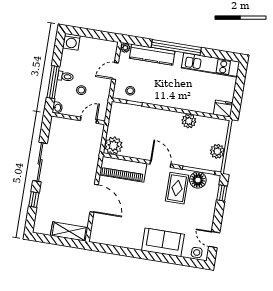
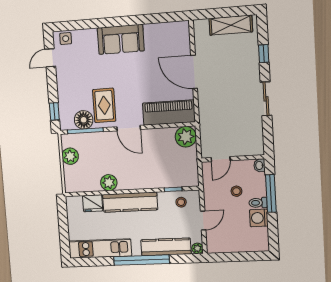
washing machine: (72, 42) -> (259, 218), moved, turned -90
kitchen counter: (174, 100) -> (130, 202), added
fridge: (223, 109) -> (93, 203), moved
sliding door: (40, 162) -> (266, 99), width x0.73
shelving: (69, 231) -> (231, 25), moved
door: (214, 240) -> (50, 58), swing flipped
sofa: (163, 242) -> (121, 39), moved

